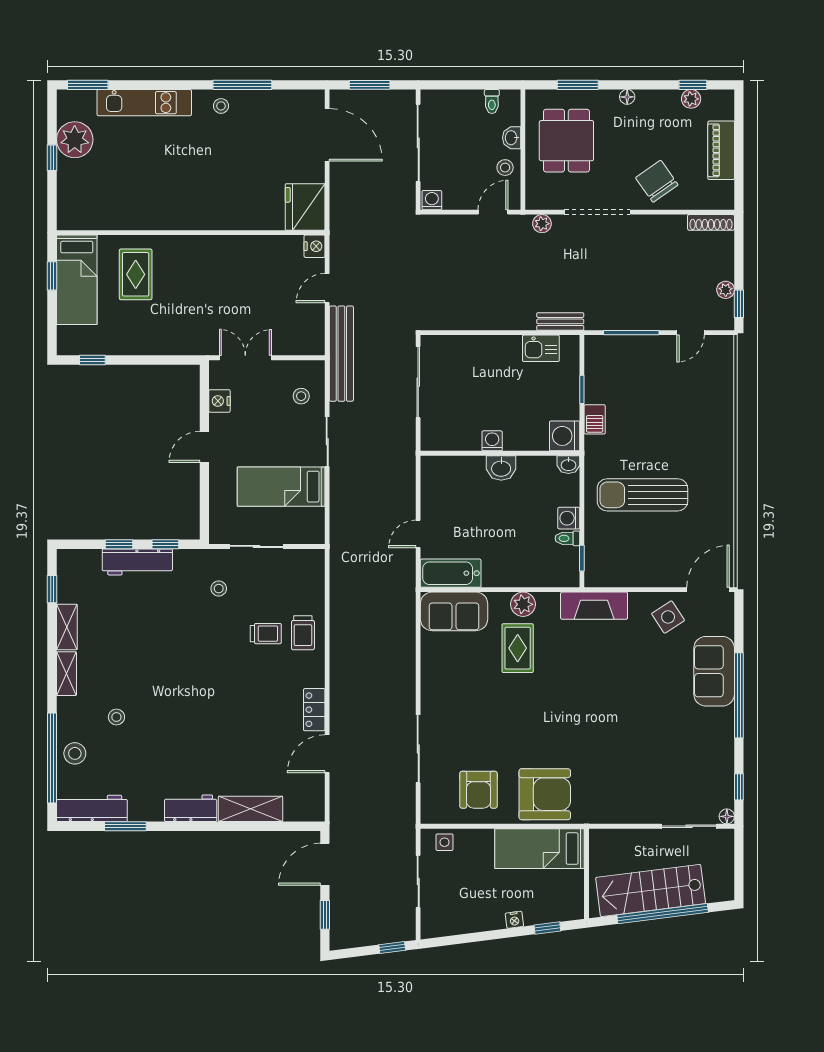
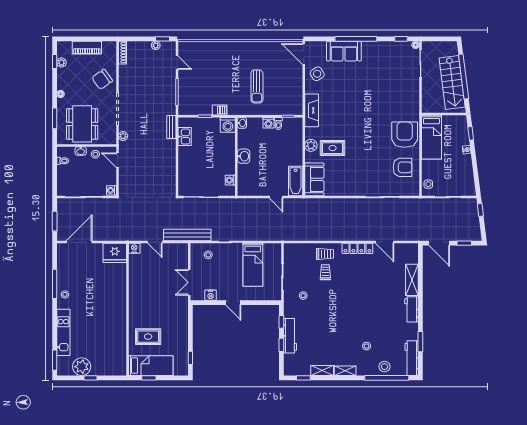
dining table: (566, 141) -> (82, 124), width x1.37
washing machine: (492, 441) -> (230, 180), moved
sun lounger: (642, 495) -> (257, 86), width x0.73, depth x0.75
locker: (314, 710) -> (357, 248), width x1.53

